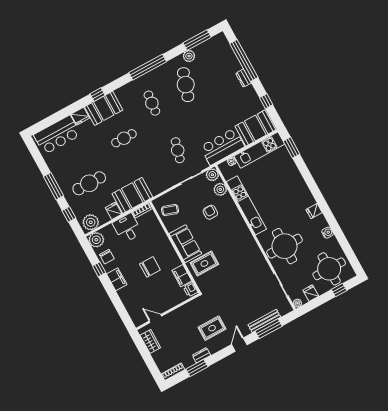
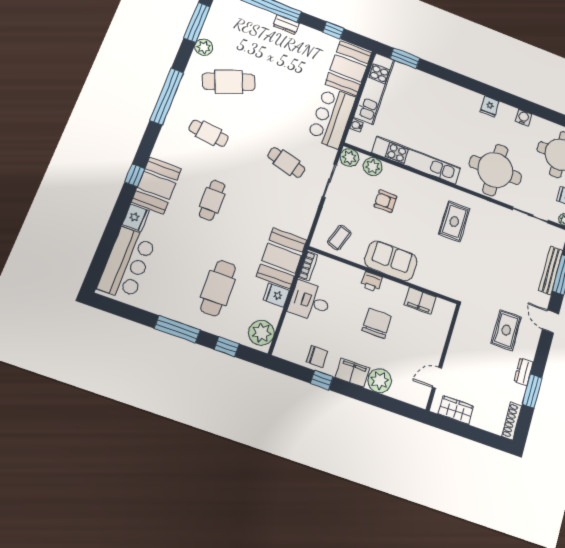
cafe table: (186, 85) -> (229, 82), turned -39
plant: (96, 240) -> (380, 381), moved
rug: (204, 264) -> (454, 221), moved
printer: (190, 289) -> (372, 282), moved

